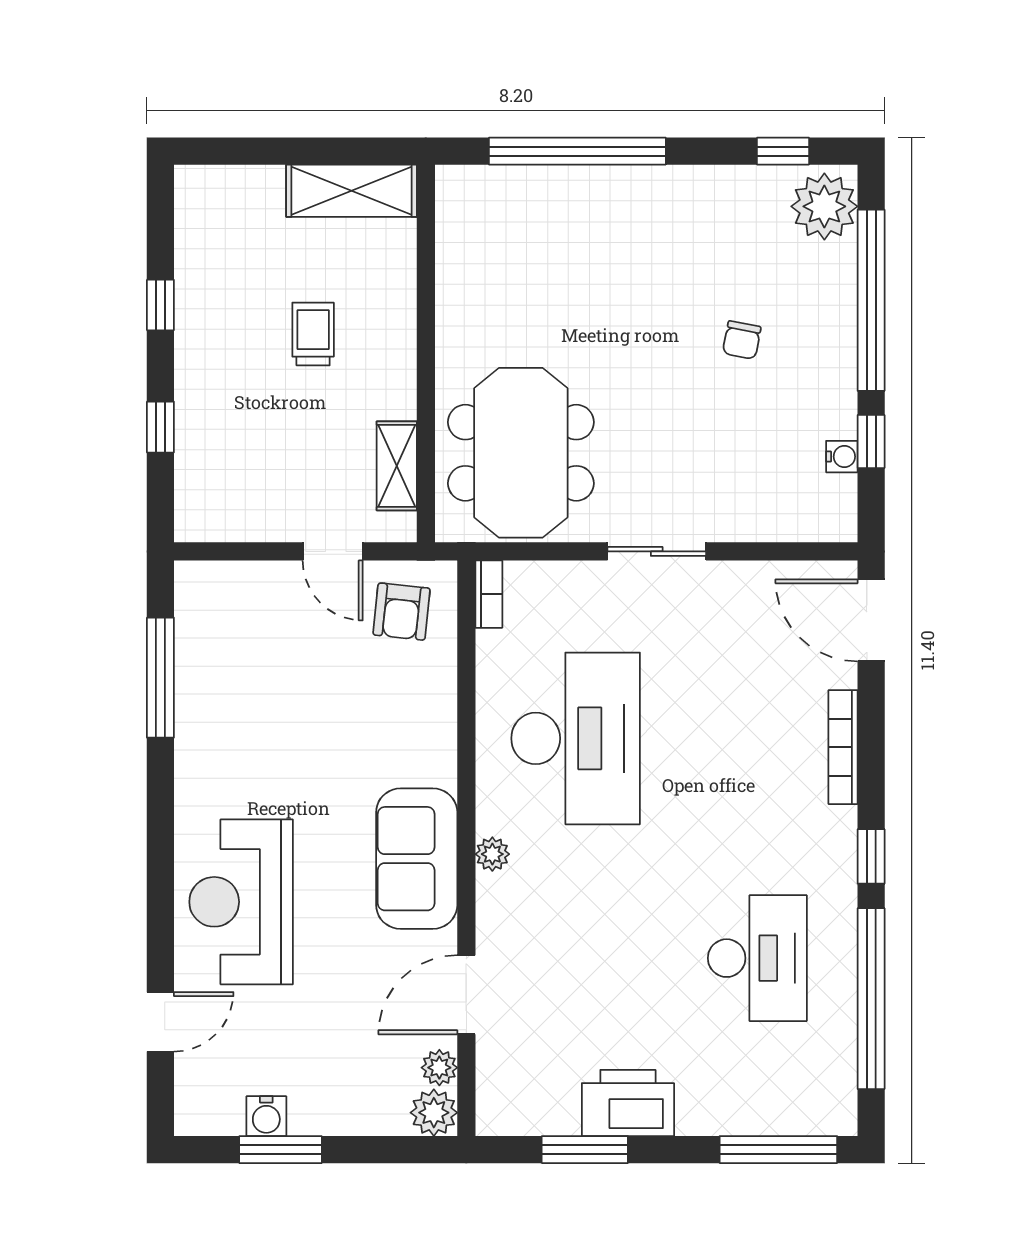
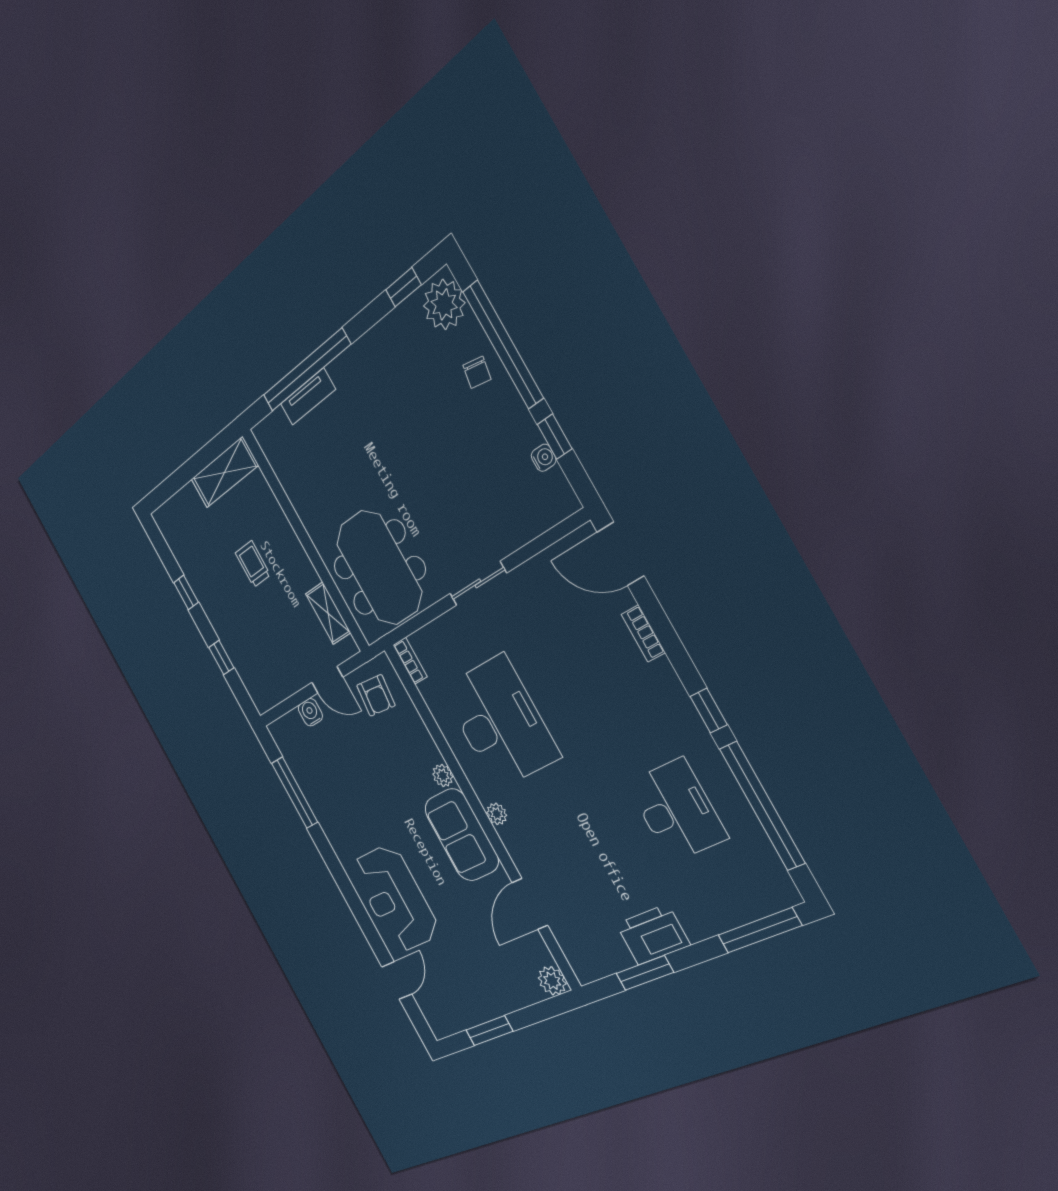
tv unit: (557, 183) -> (308, 397), added
chair: (742, 340) -> (477, 372), moved
bookcase: (843, 747) -> (643, 633), width x0.64
plant: (439, 1068) -> (443, 776), moved
water cooler: (266, 1116) -> (310, 712), moved, turned 180

